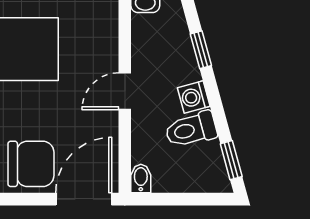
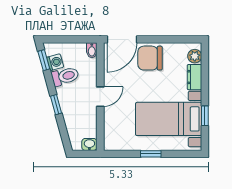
window: (201, 50) -> (56, 105), moved
washing machine: (194, 97) -> (55, 62), moved

